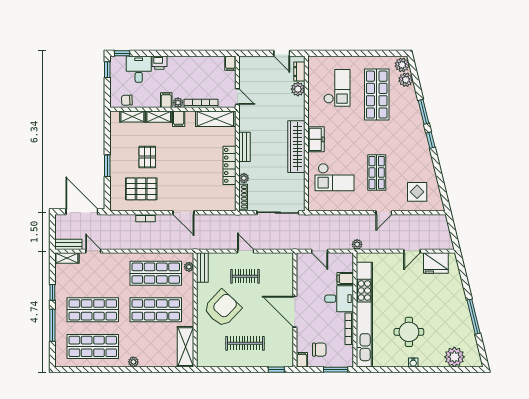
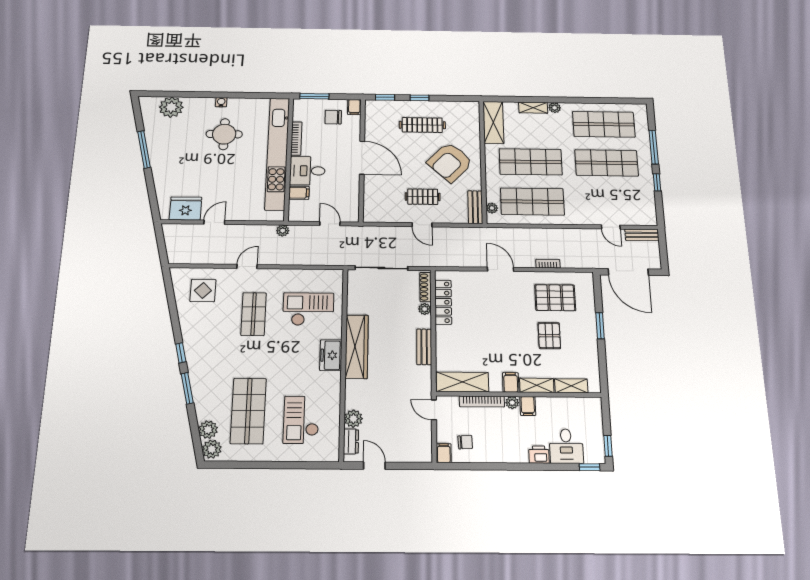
chair: (127, 100) -> (465, 442), moved
locker: (229, 165) -> (443, 302), moved
shelving: (67, 258) -> (533, 108), moved
window: (247, 370) -> (420, 98), added

